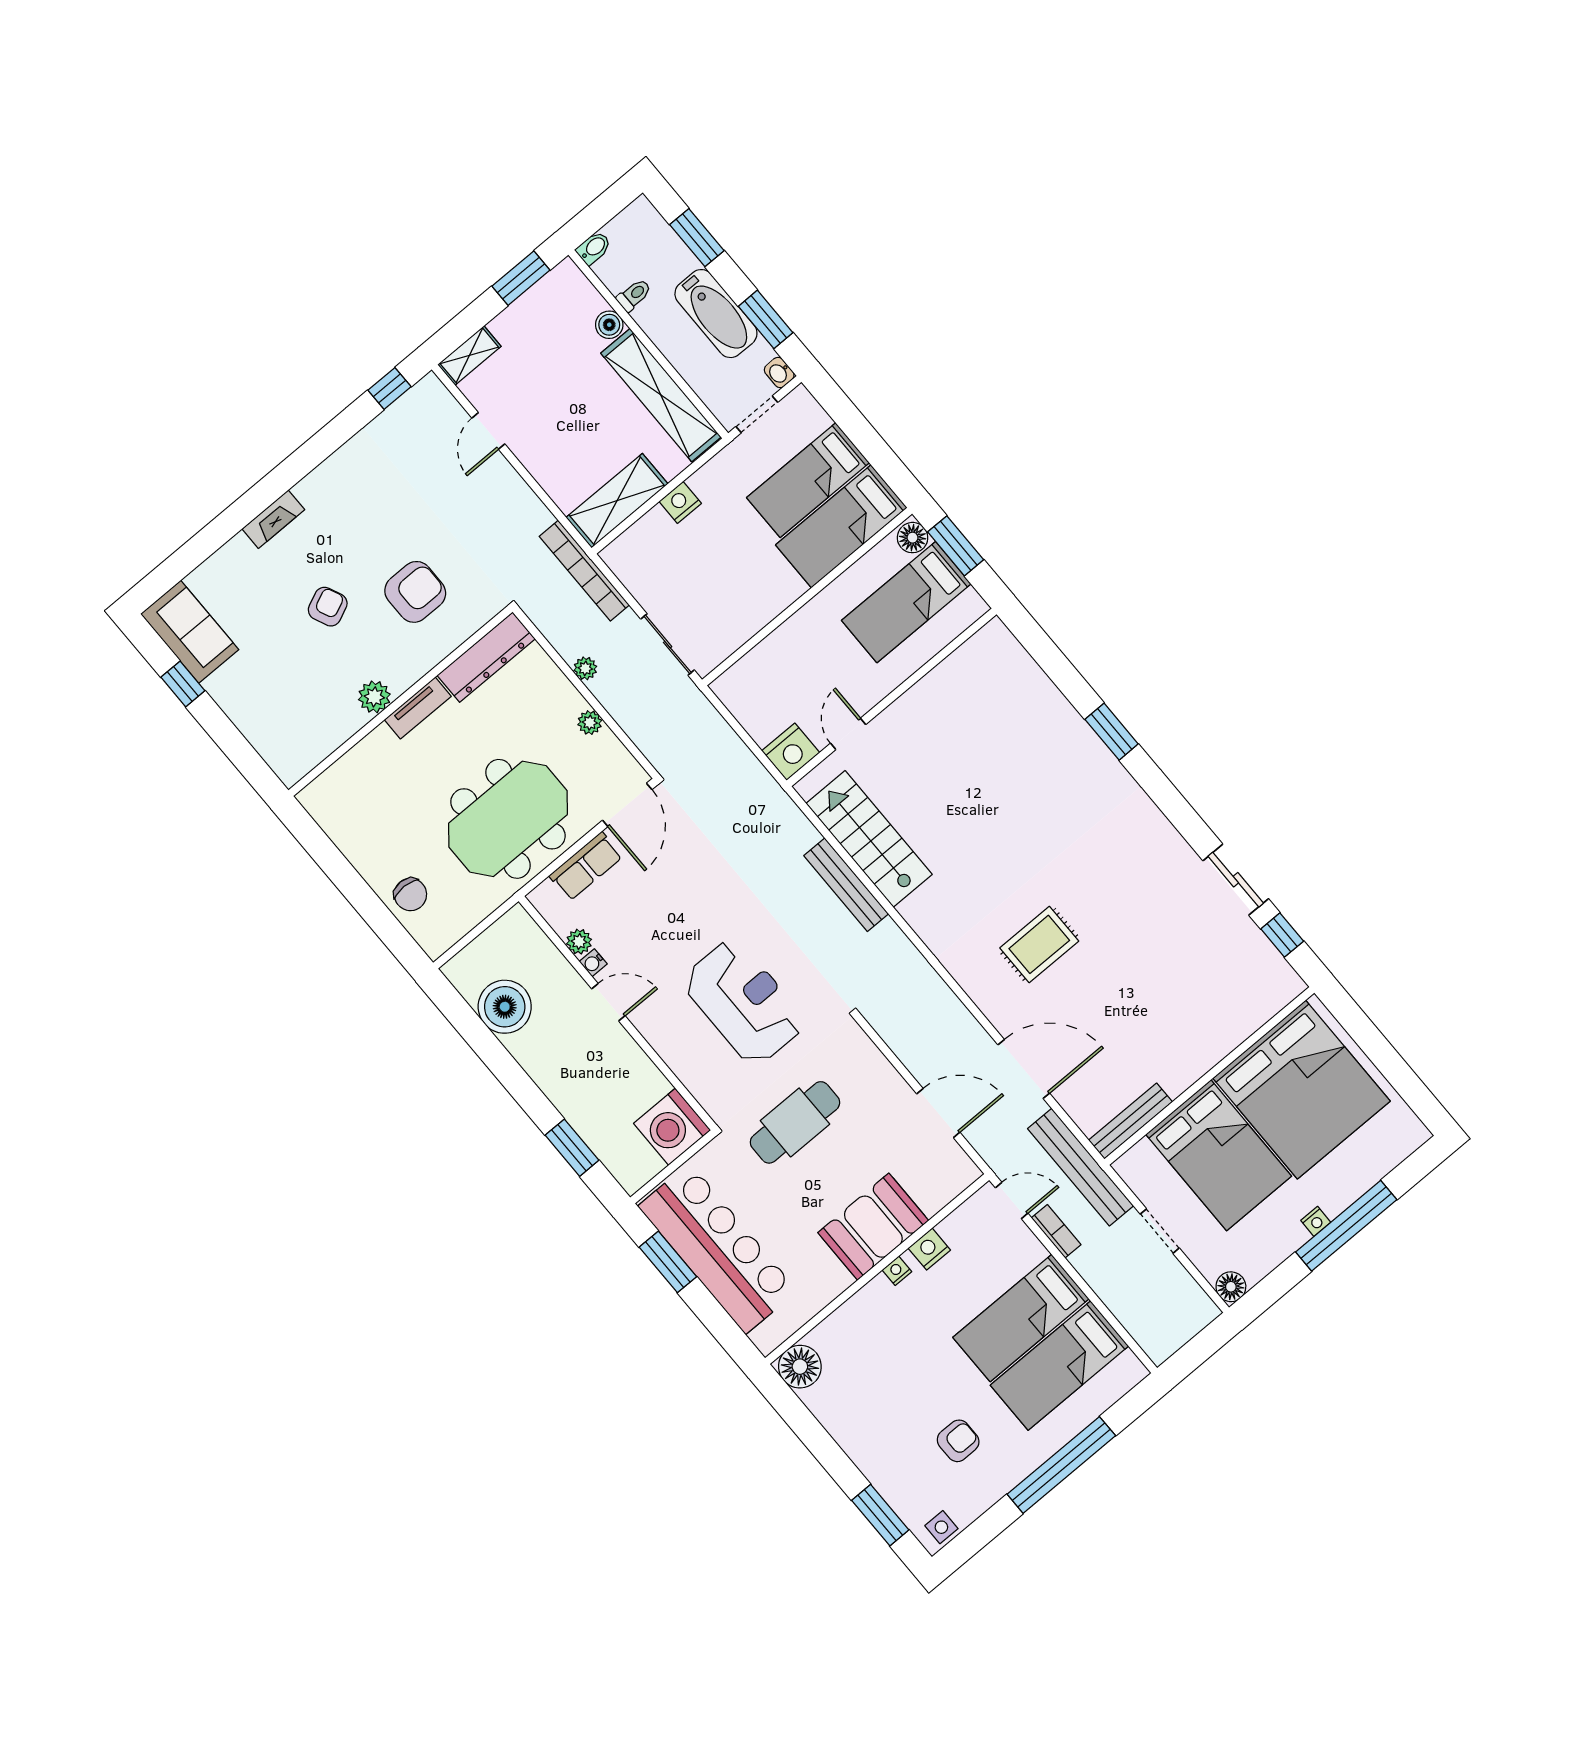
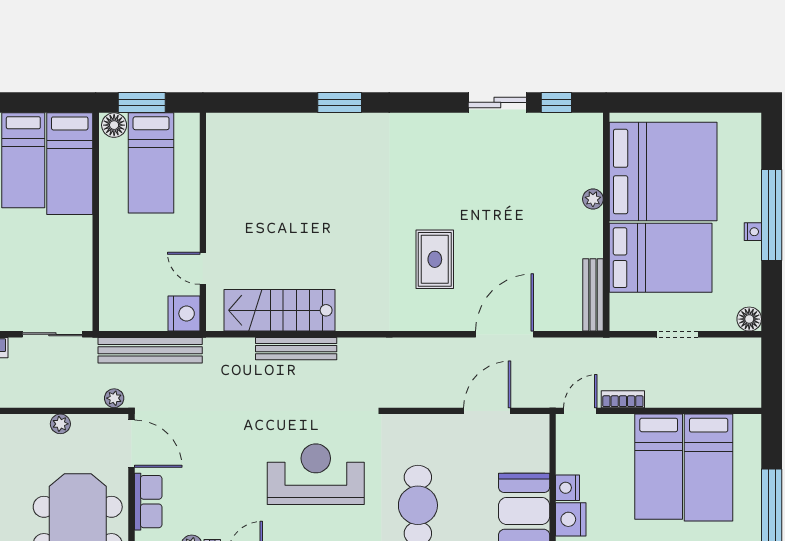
plant: (585, 668) -> (114, 398), moved
plant: (1220, 1045) -> (593, 199), added
bench: (1081, 1167) -> (150, 350), moved
nightstand: (897, 1271) -> (571, 519), width x1.89, depth x1.79

